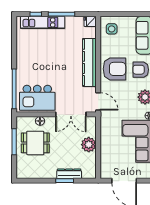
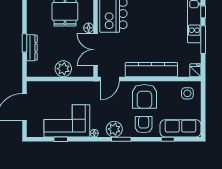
floor lamp: (40, 121) -> (89, 28), moved

